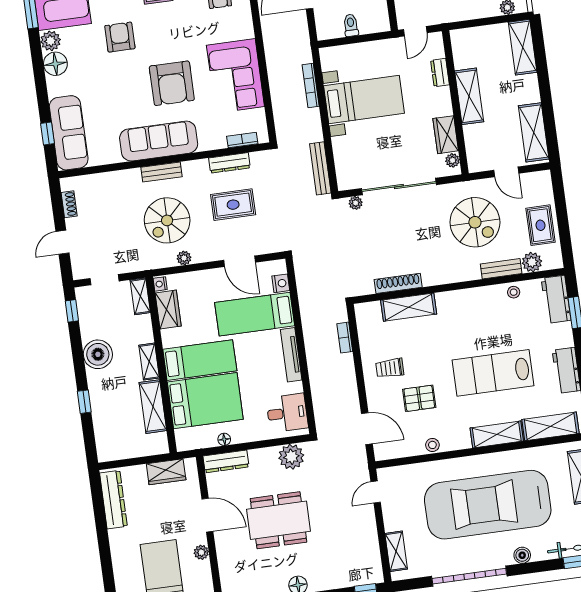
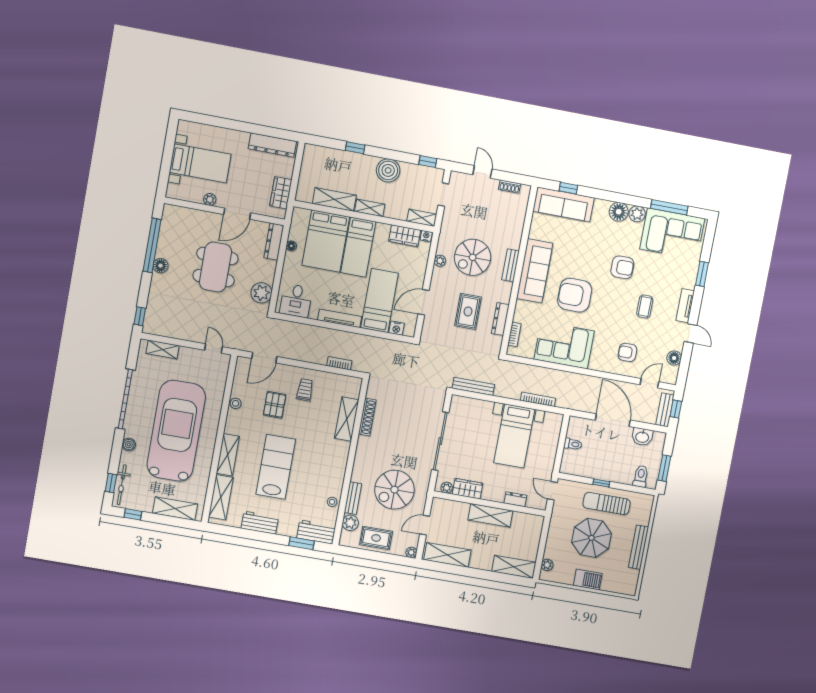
plant: (356, 203) -> (411, 552), moved
spiral stairs: (167, 220) -> (473, 257), turned -90

